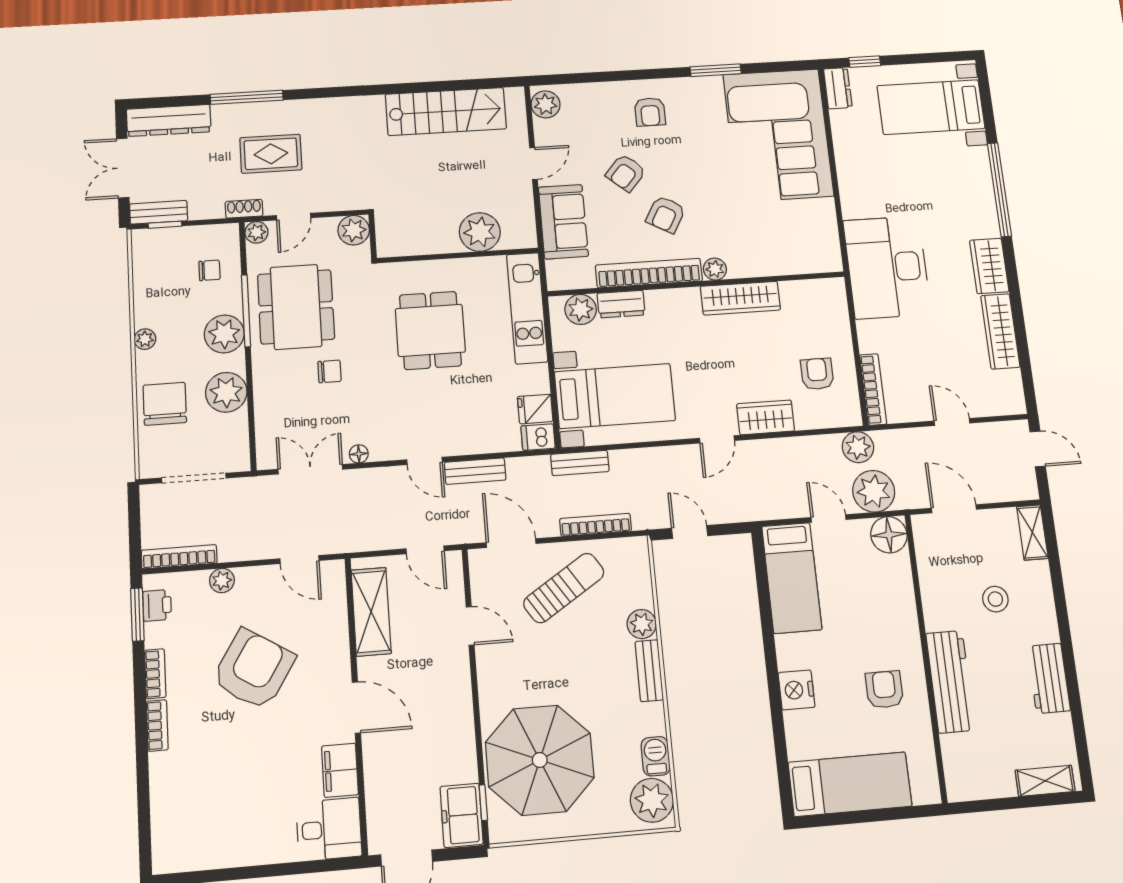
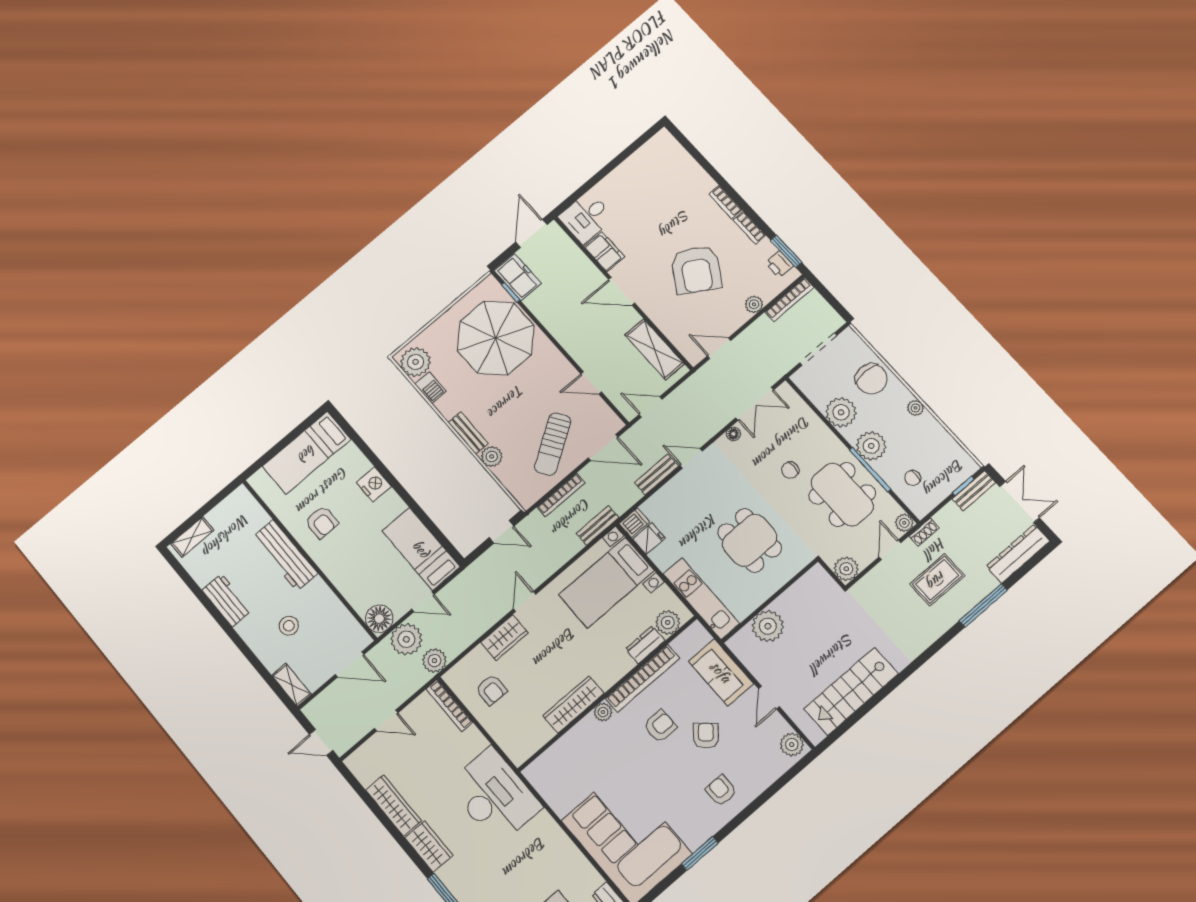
armchair: (666, 214) -> (660, 726), turned 61

